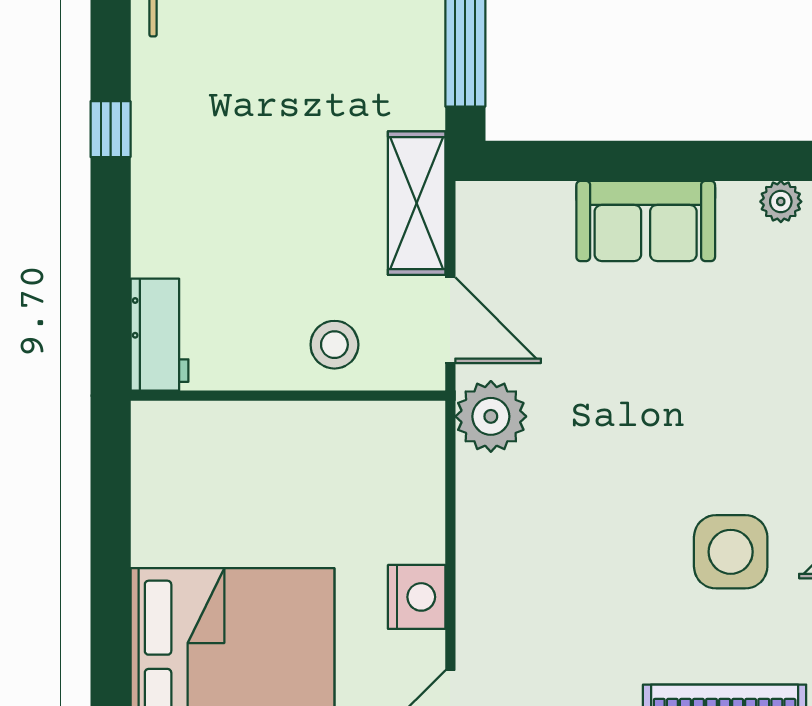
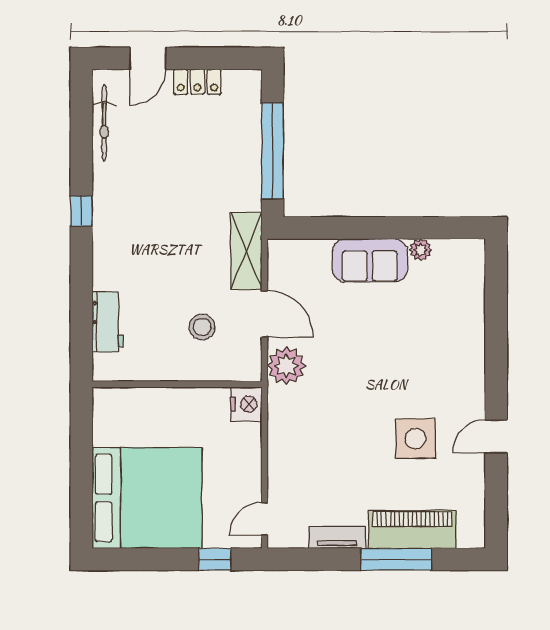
plant: (781, 202) -> (420, 250), moved
wall: (288, 396) -> (177, 384), moved
nightstand: (417, 597) -> (246, 404), moved

